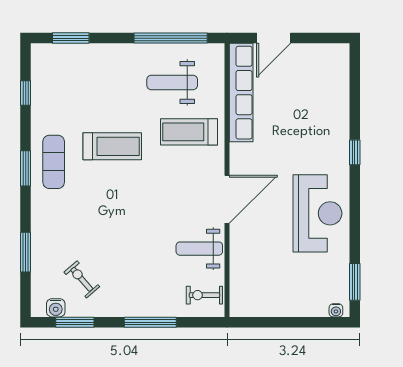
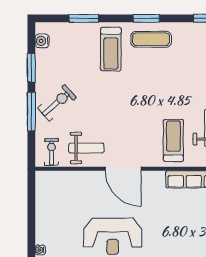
treadmill: (112, 146) -> (111, 49), moved
weight bench: (199, 249) -> (86, 148), turned 90
exercise bike: (82, 279) -> (57, 103), moved, width x1.38, depth x1.39
window: (75, 322) -> (31, 68), moved

